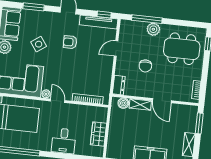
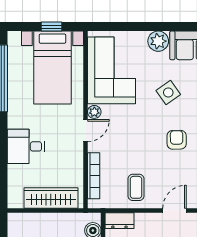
door: (116, 49) -> (174, 210), hinge flipped
coffee table: (98, 72) -> (136, 187), added
wardrobe: (98, 134) -> (51, 198), width x1.50

